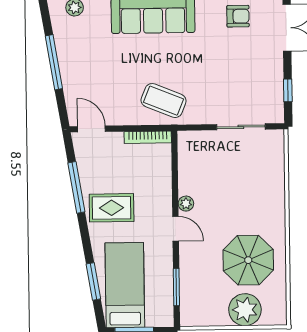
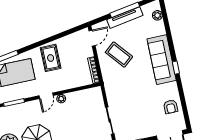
tv unit: (67, 65) -> (125, 18), added
coffee table: (164, 101) -> (119, 55), moved, turned -62
window: (76, 187) -> (58, 36), removed

